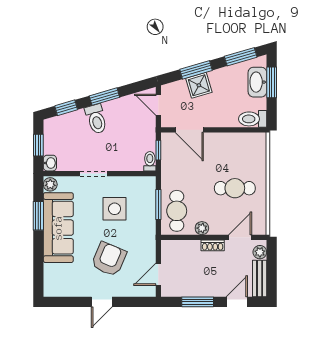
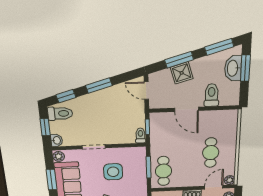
toilet: (96, 119) -> (60, 113), moved, turned -74
toilet: (253, 119) -> (212, 95), moved, turned 90
door: (189, 130) -> (187, 109), moved
cafe table: (235, 188) -> (211, 153), turned 90
plant: (202, 228) -> (230, 180), moved

